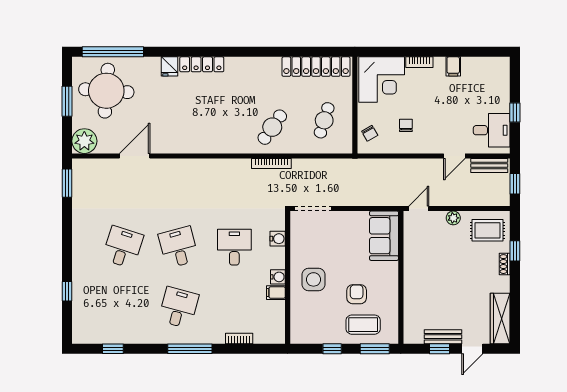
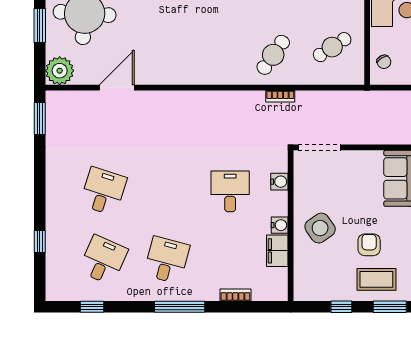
cafe table: (324, 120) -> (332, 47), turned 40
bookcase: (271, 164) -> (280, 96), width x0.64
desk: (179, 247) -> (103, 260), moved, turned 39
side table: (313, 279) -> (320, 228), turned -35
filing cabinet: (276, 293) -> (277, 251), width x2.00

